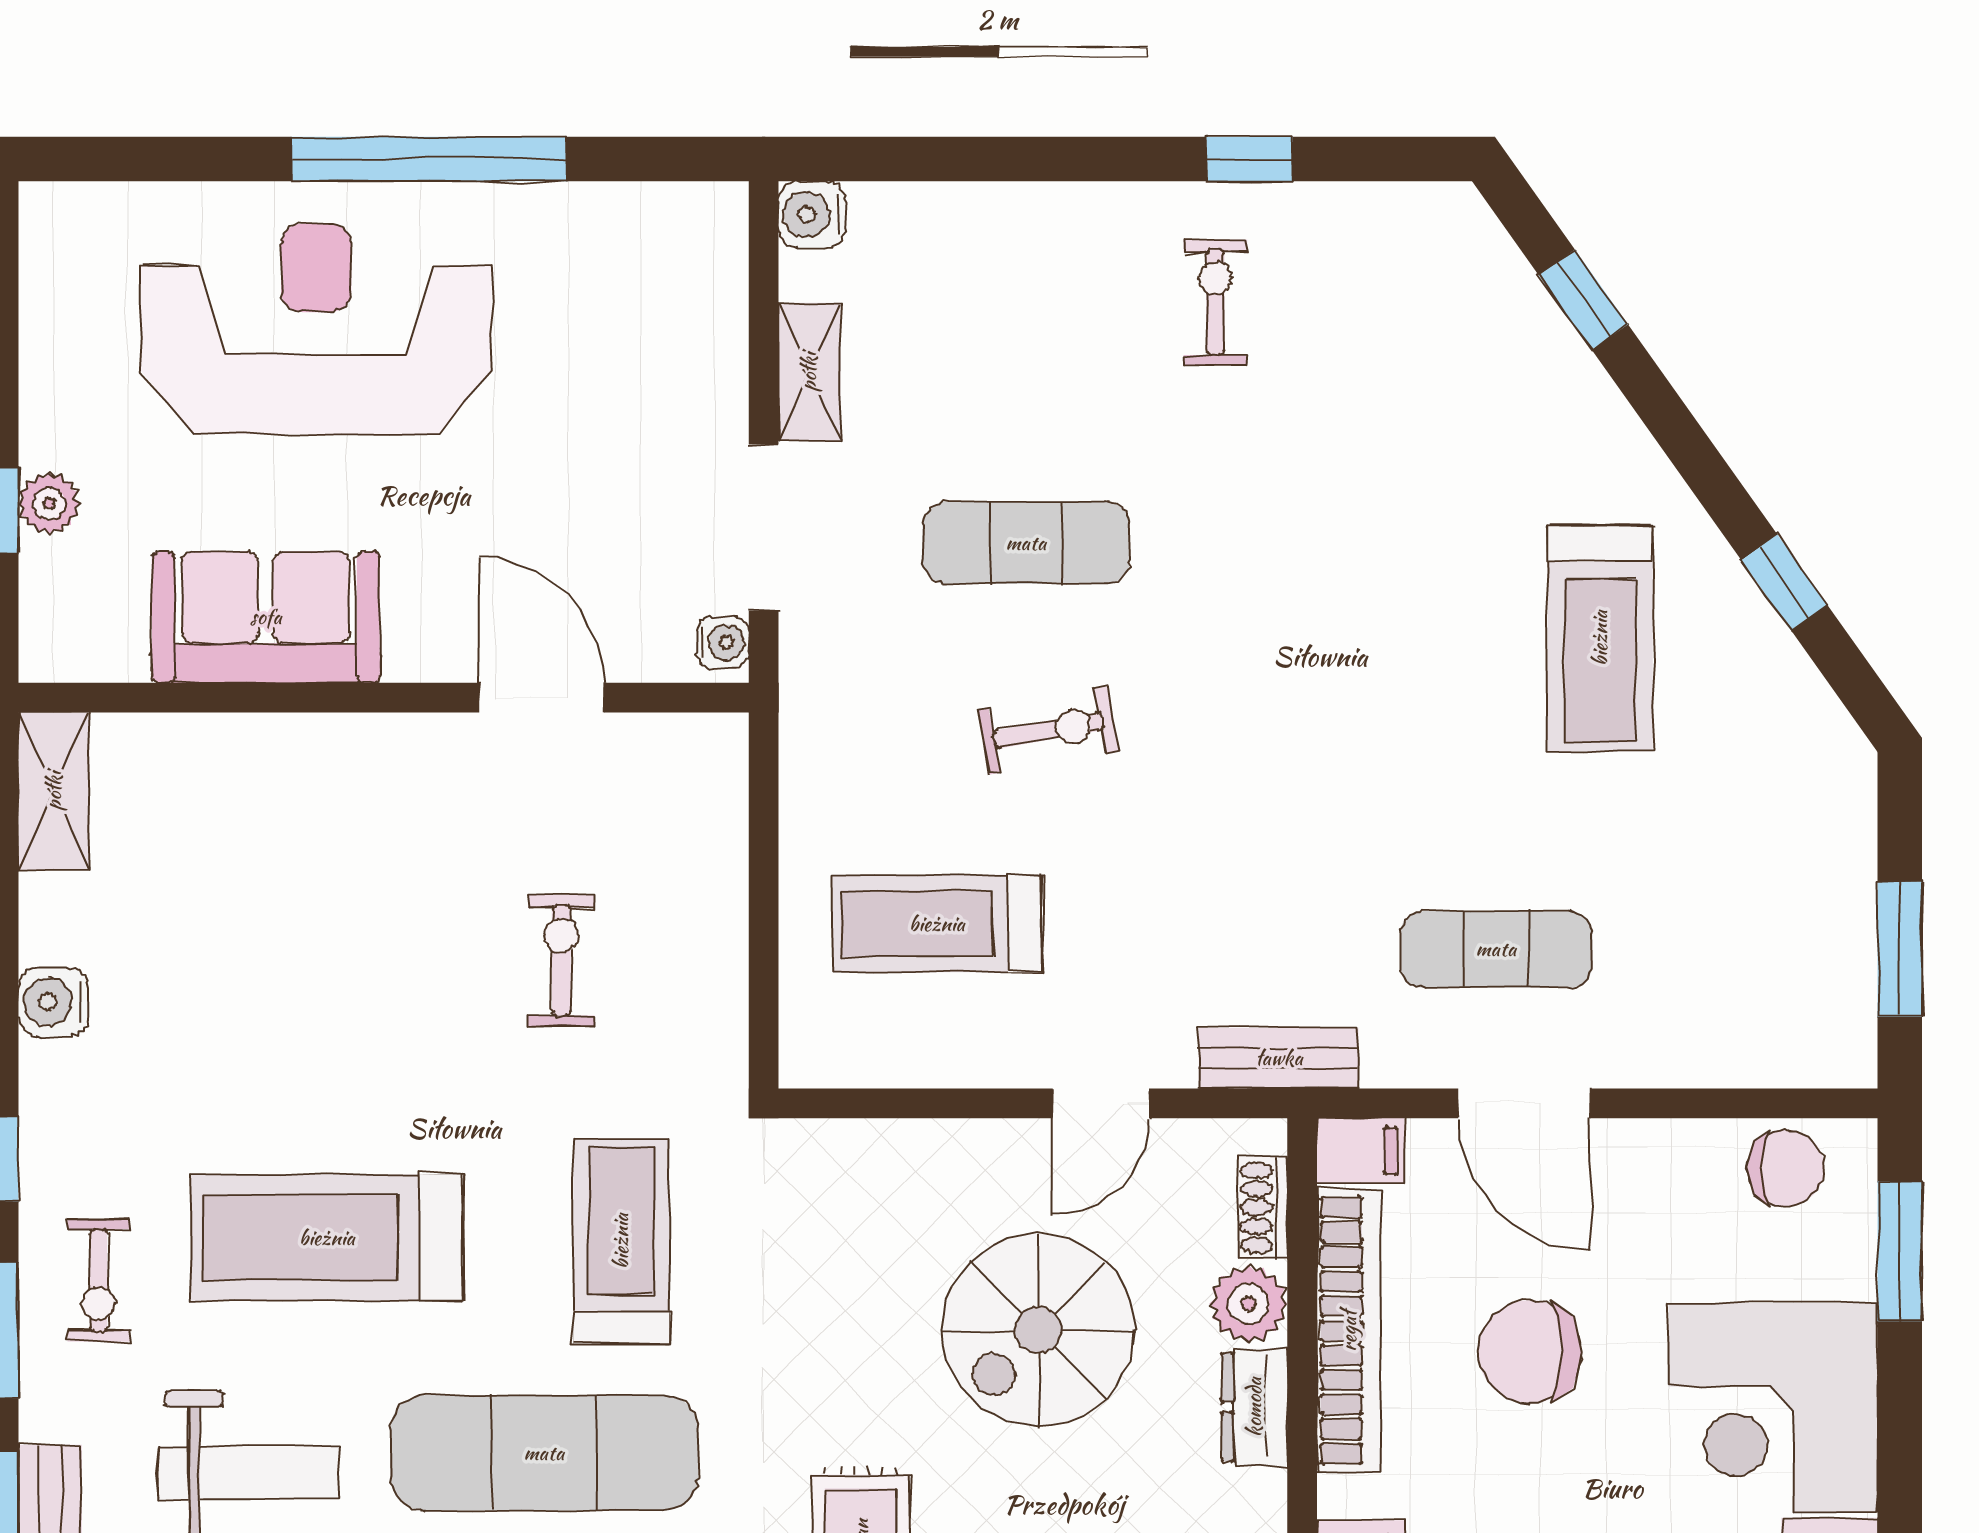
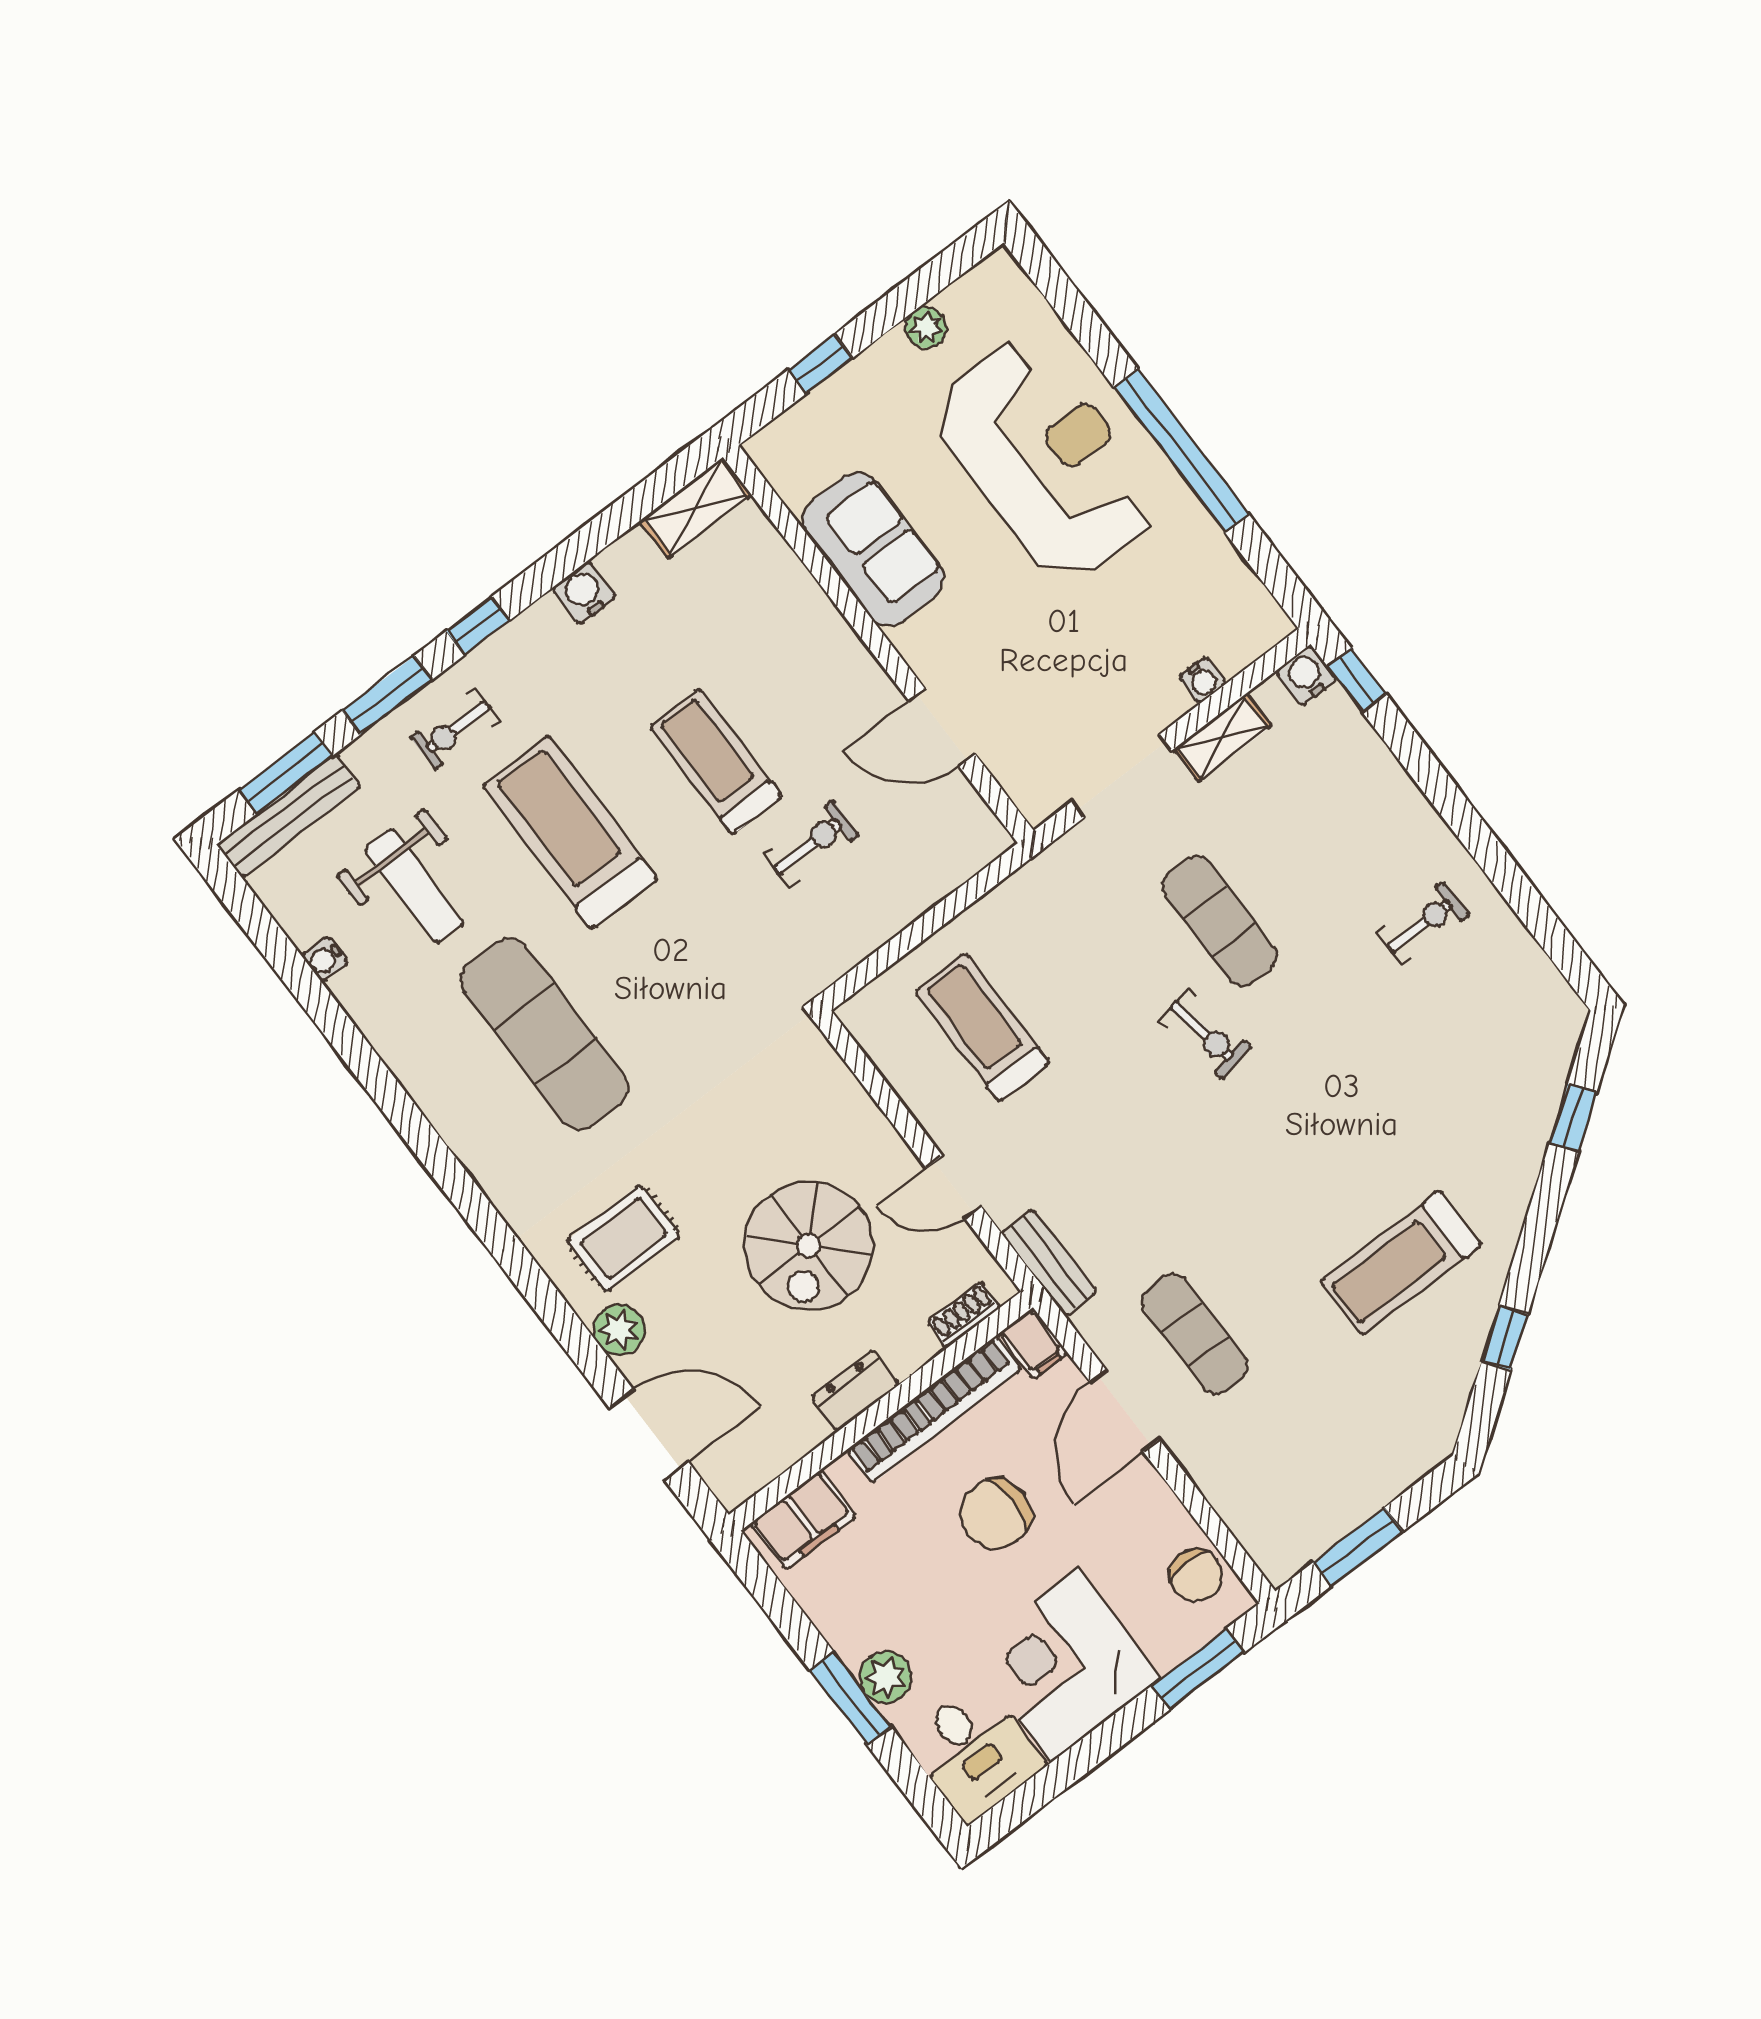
window: (1249, 159) -> (1357, 680), moved
plant: (49, 503) -> (926, 328), moved
water cooler: (723, 642) -> (1202, 680), moved
door: (541, 698) -> (942, 727), swing flipped
exercise bike: (1048, 730) -> (1205, 1034), moved
treadmill: (621, 1241) -> (716, 762), moved, turned -90
plant: (1248, 1304) -> (907, 1346), removed
spiral stairs: (1038, 1330) -> (809, 1245), turned -90
chair: (1530, 1352) -> (996, 1514), turned -90

